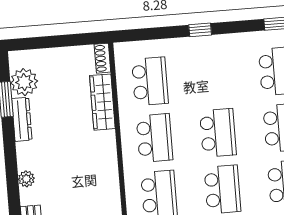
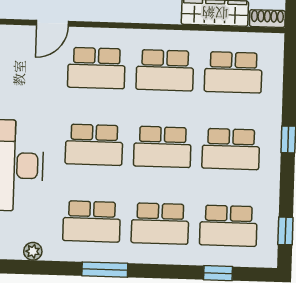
school desk: (213, 76) -> (231, 149), added

